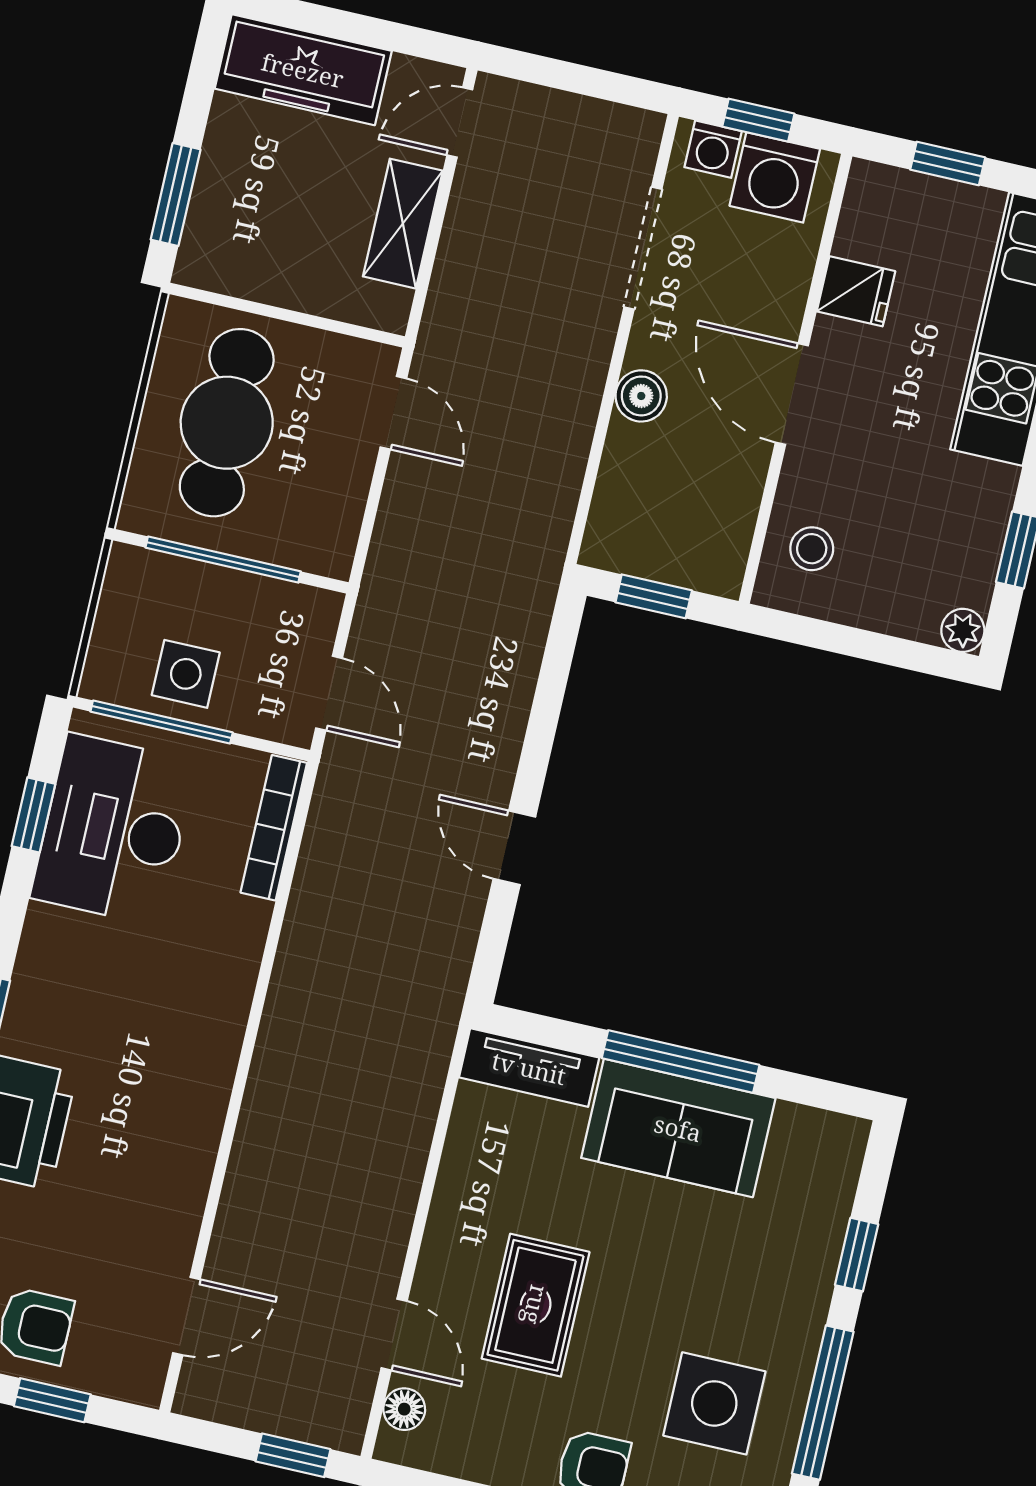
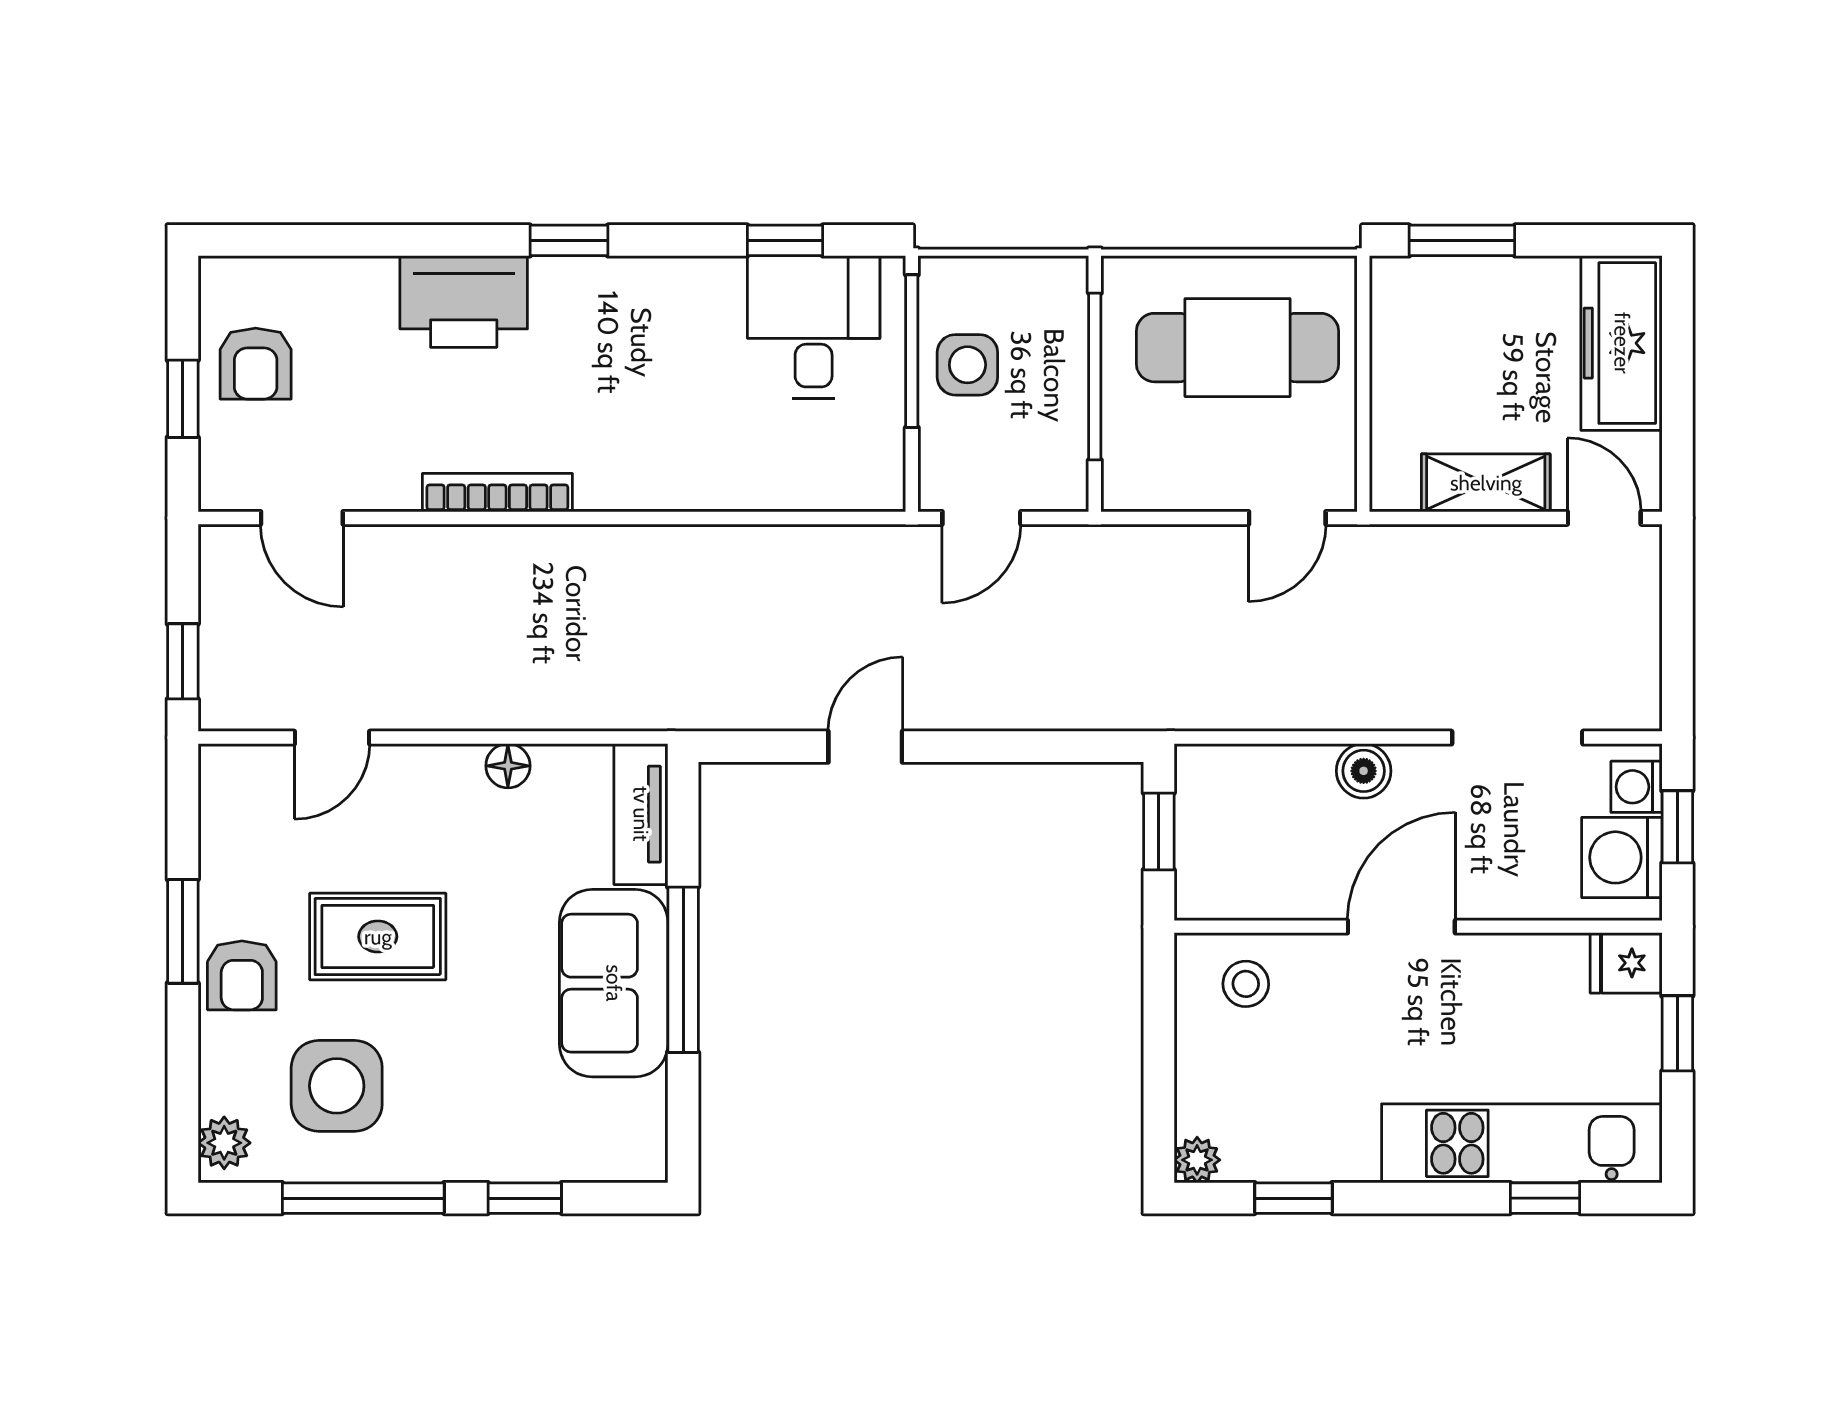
fridge: (856, 291) -> (1626, 963), moved, turned 90
bookcase: (274, 828) -> (497, 493), moved
desk: (114, 830) -> (814, 327), width x0.73
rug: (536, 1305) -> (378, 937), moved
floor lamp: (404, 1409) -> (508, 766), moved

